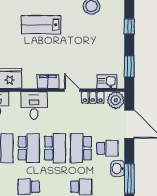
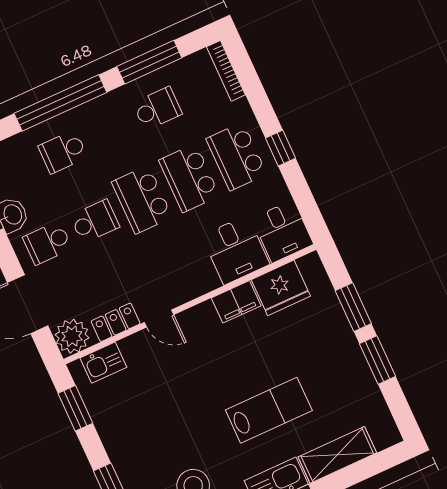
filing cabinet: (48, 81) -> (236, 302), moved
desk: (34, 105) -> (236, 250), moved
school desk: (81, 148) -> (95, 221), width x0.54

